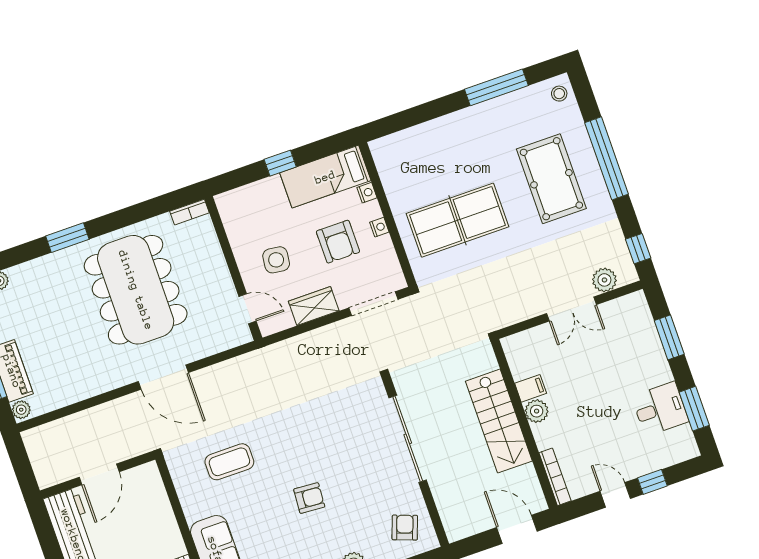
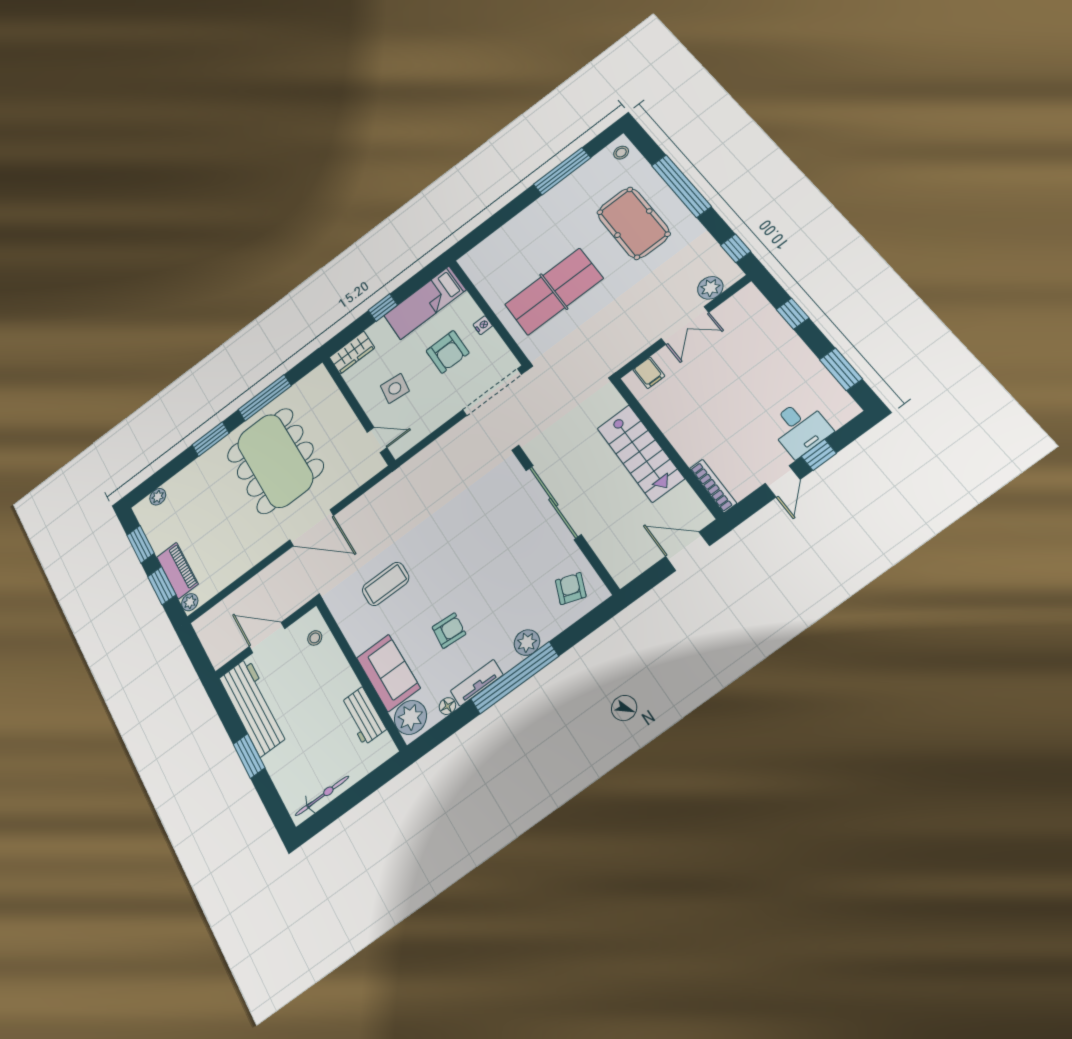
nightstand: (367, 193) -> (465, 301), removed
bookcase: (189, 212) -> (311, 378), removed
window: (135, 214) -> (265, 398), added
doorway: (373, 304) -> (492, 392), width x1.36
wardrobe: (314, 306) -> (352, 353), moved, turned 180
window: (669, 337) -> (792, 314), width x0.67
filing cabinet: (531, 388) -> (649, 373), moved, turned 90
desk: (660, 409) -> (800, 428), moved, turned 90
plant: (537, 411) -> (676, 430), removed
door: (99, 474) -> (267, 638), swing flipped
stool: (149, 491) -> (315, 638), added
door: (615, 495) -> (783, 481), swing flipped
armchair: (309, 498) -> (449, 631), moved

